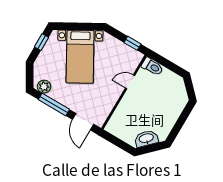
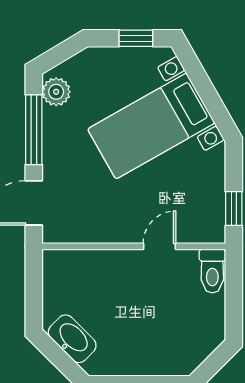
door: (130, 82) -> (159, 246), hinge flipped

